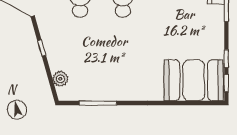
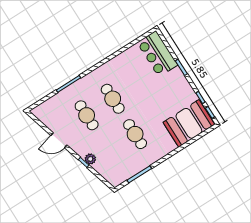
cafe table: (123, 53) -> (135, 134), added
plant: (60, 79) -> (90, 159), moved

